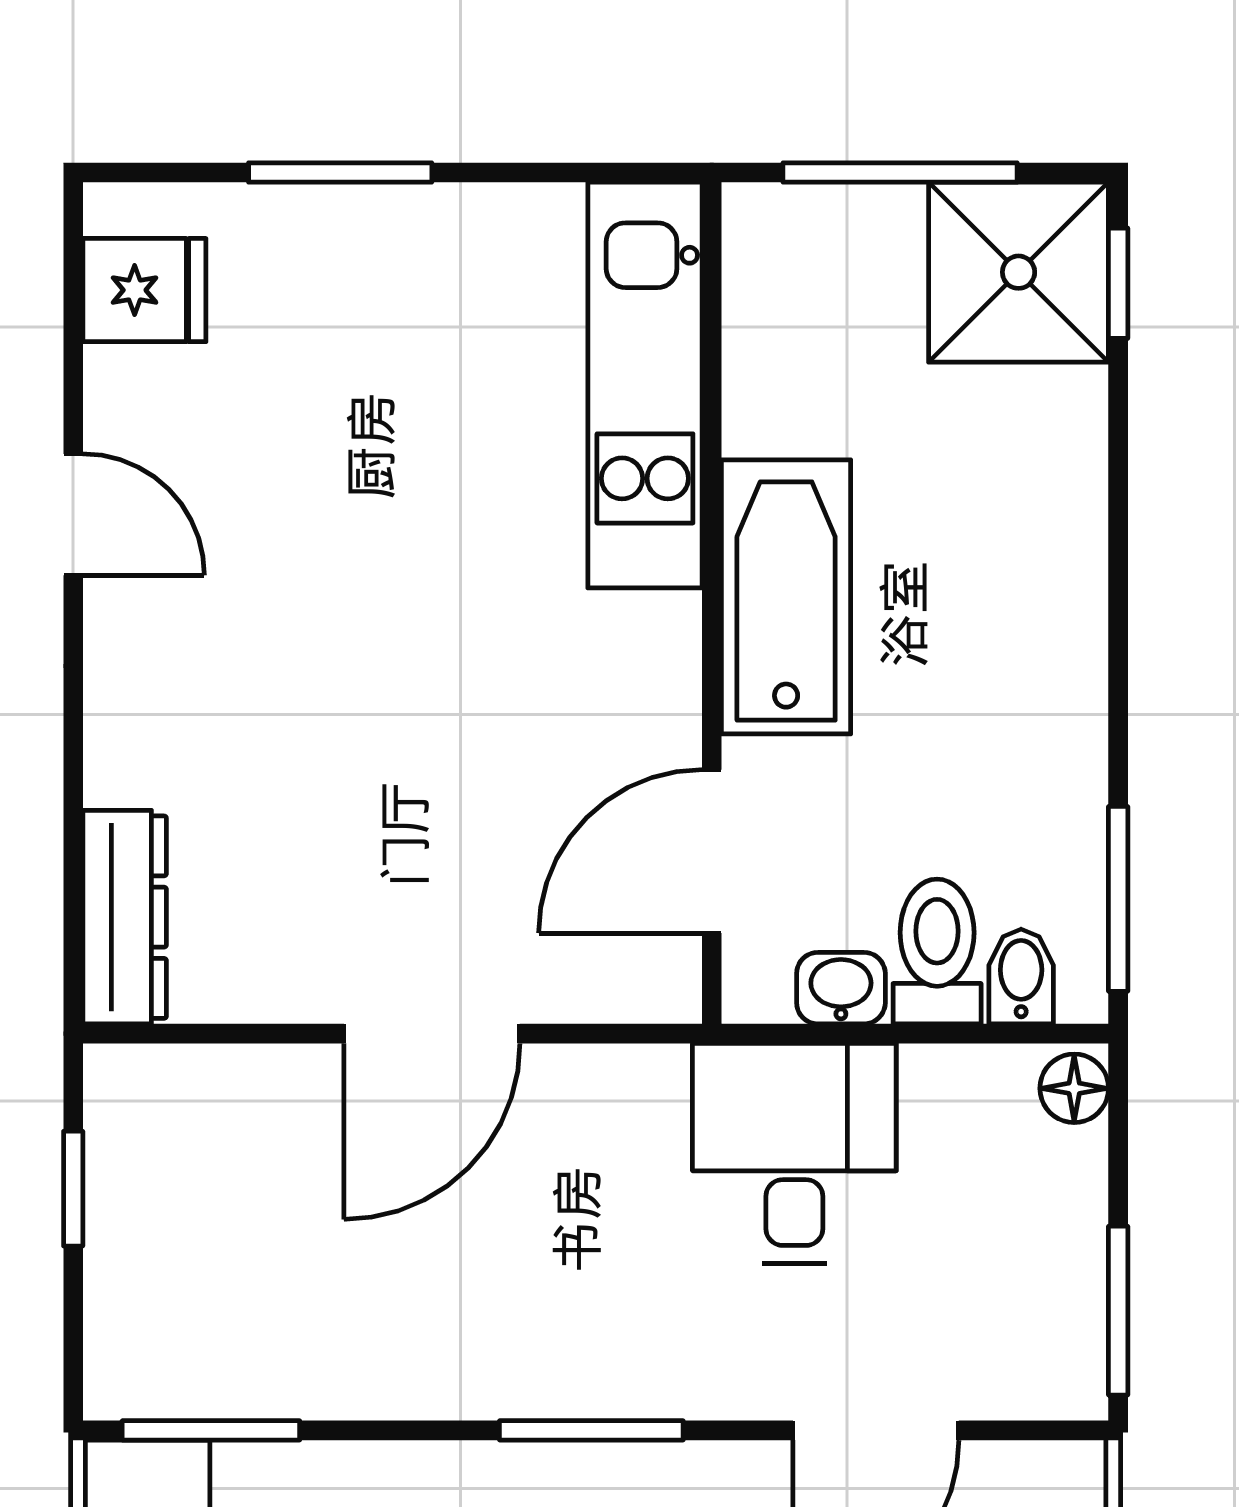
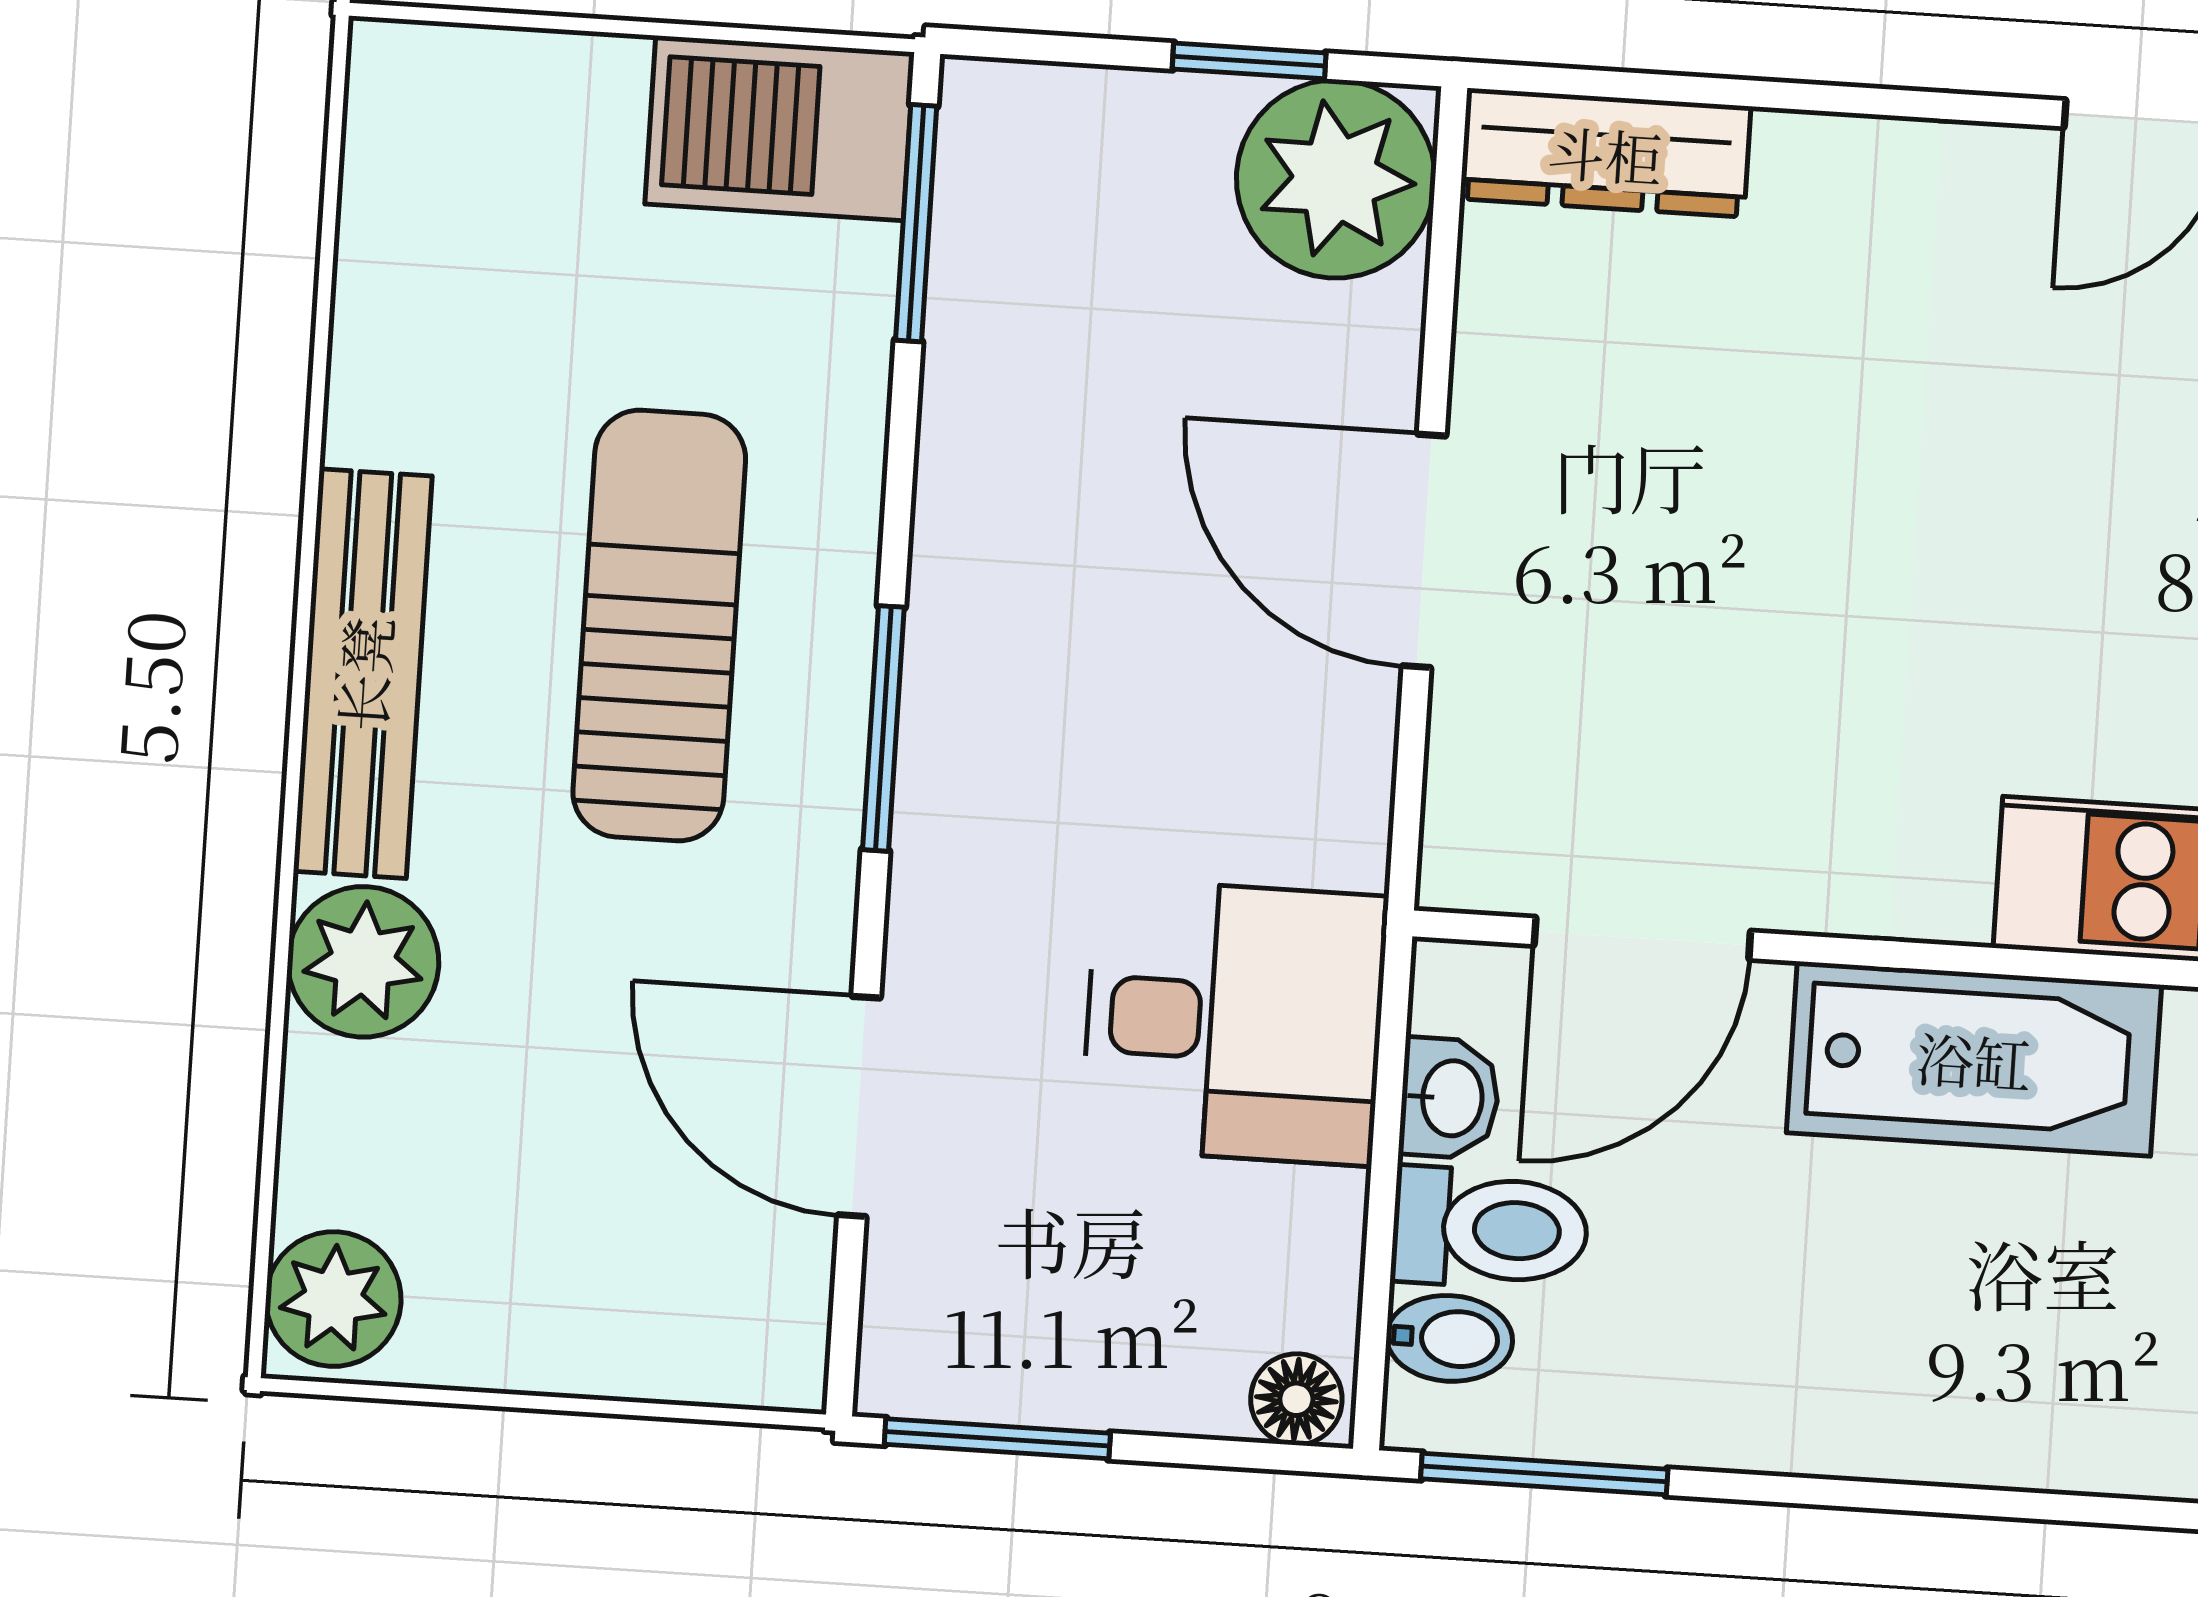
door: (712, 851) -> (1642, 938), swing flipped
plant: (157, 1118) -> (1336, 179), added

